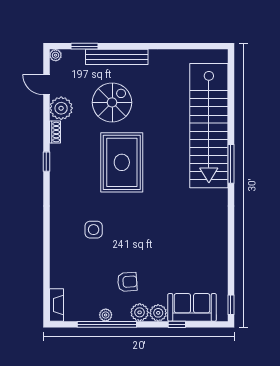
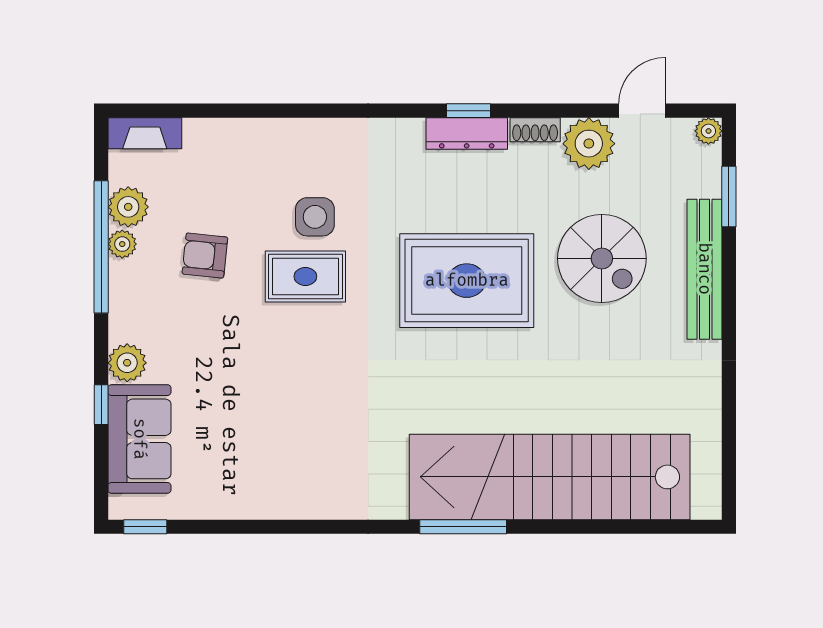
dresser: (57, 162) -> (467, 133), added
rug: (120, 234) -> (305, 276), added
armchair: (127, 282) -> (205, 256), moved, turned 100
plant: (140, 312) -> (128, 207), moved

